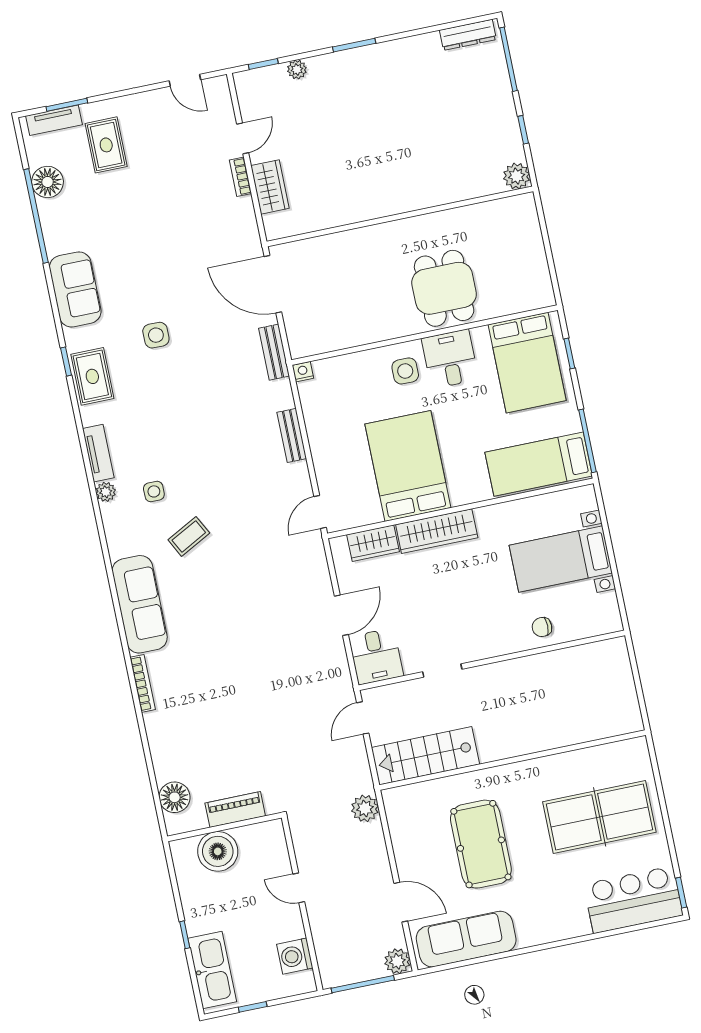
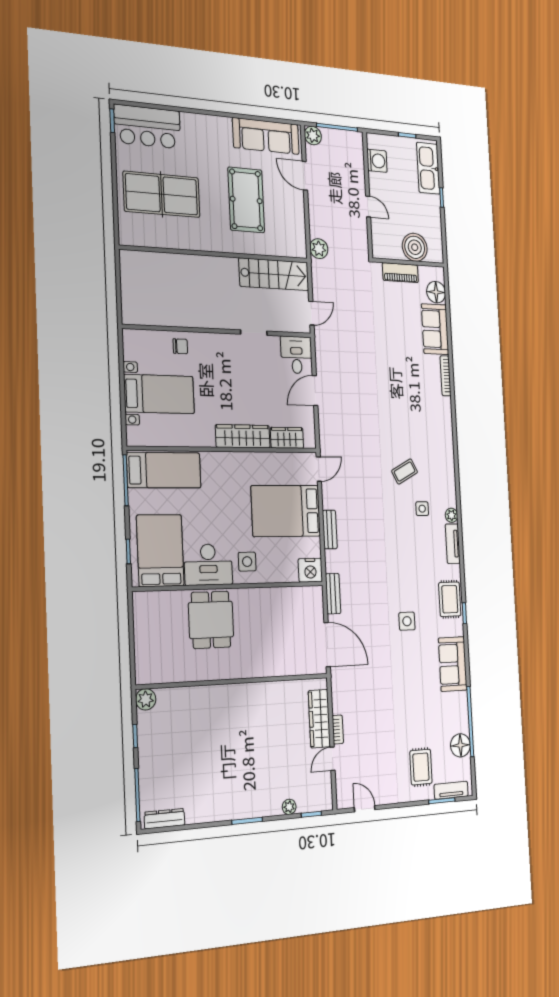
wardrobe: (270, 187) -> (319, 719), width x1.50
desk: (450, 359) -> (208, 565), width x1.37
nightstand: (303, 372) -> (310, 570), width x1.89, depth x1.79
bed: (408, 466) -> (286, 511), moved, turned 90
sofa: (140, 604) -> (435, 329), moved, width x0.73

